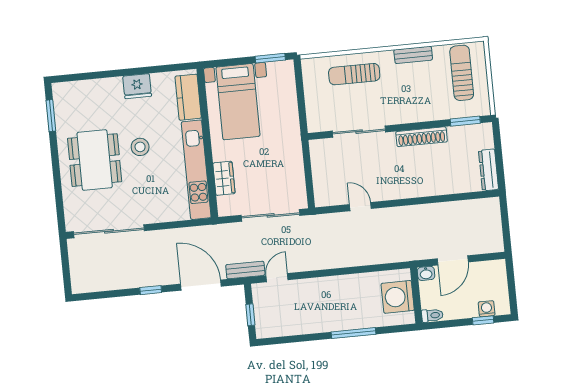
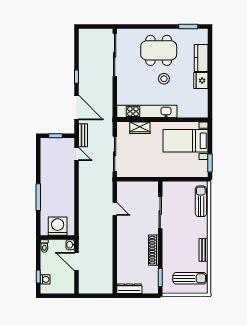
sun lounger: (354, 74) -> (201, 201), moved
kitchen counter: (188, 97) -> (201, 58), moved, turned -90
door: (360, 207) -> (115, 209), hinge flipped
door: (201, 285) -> (76, 107), hinge flipped

